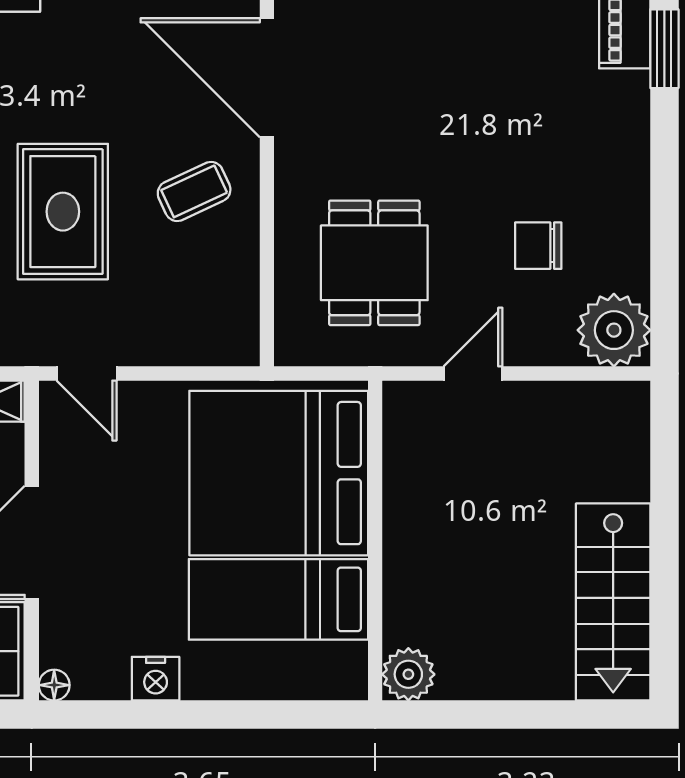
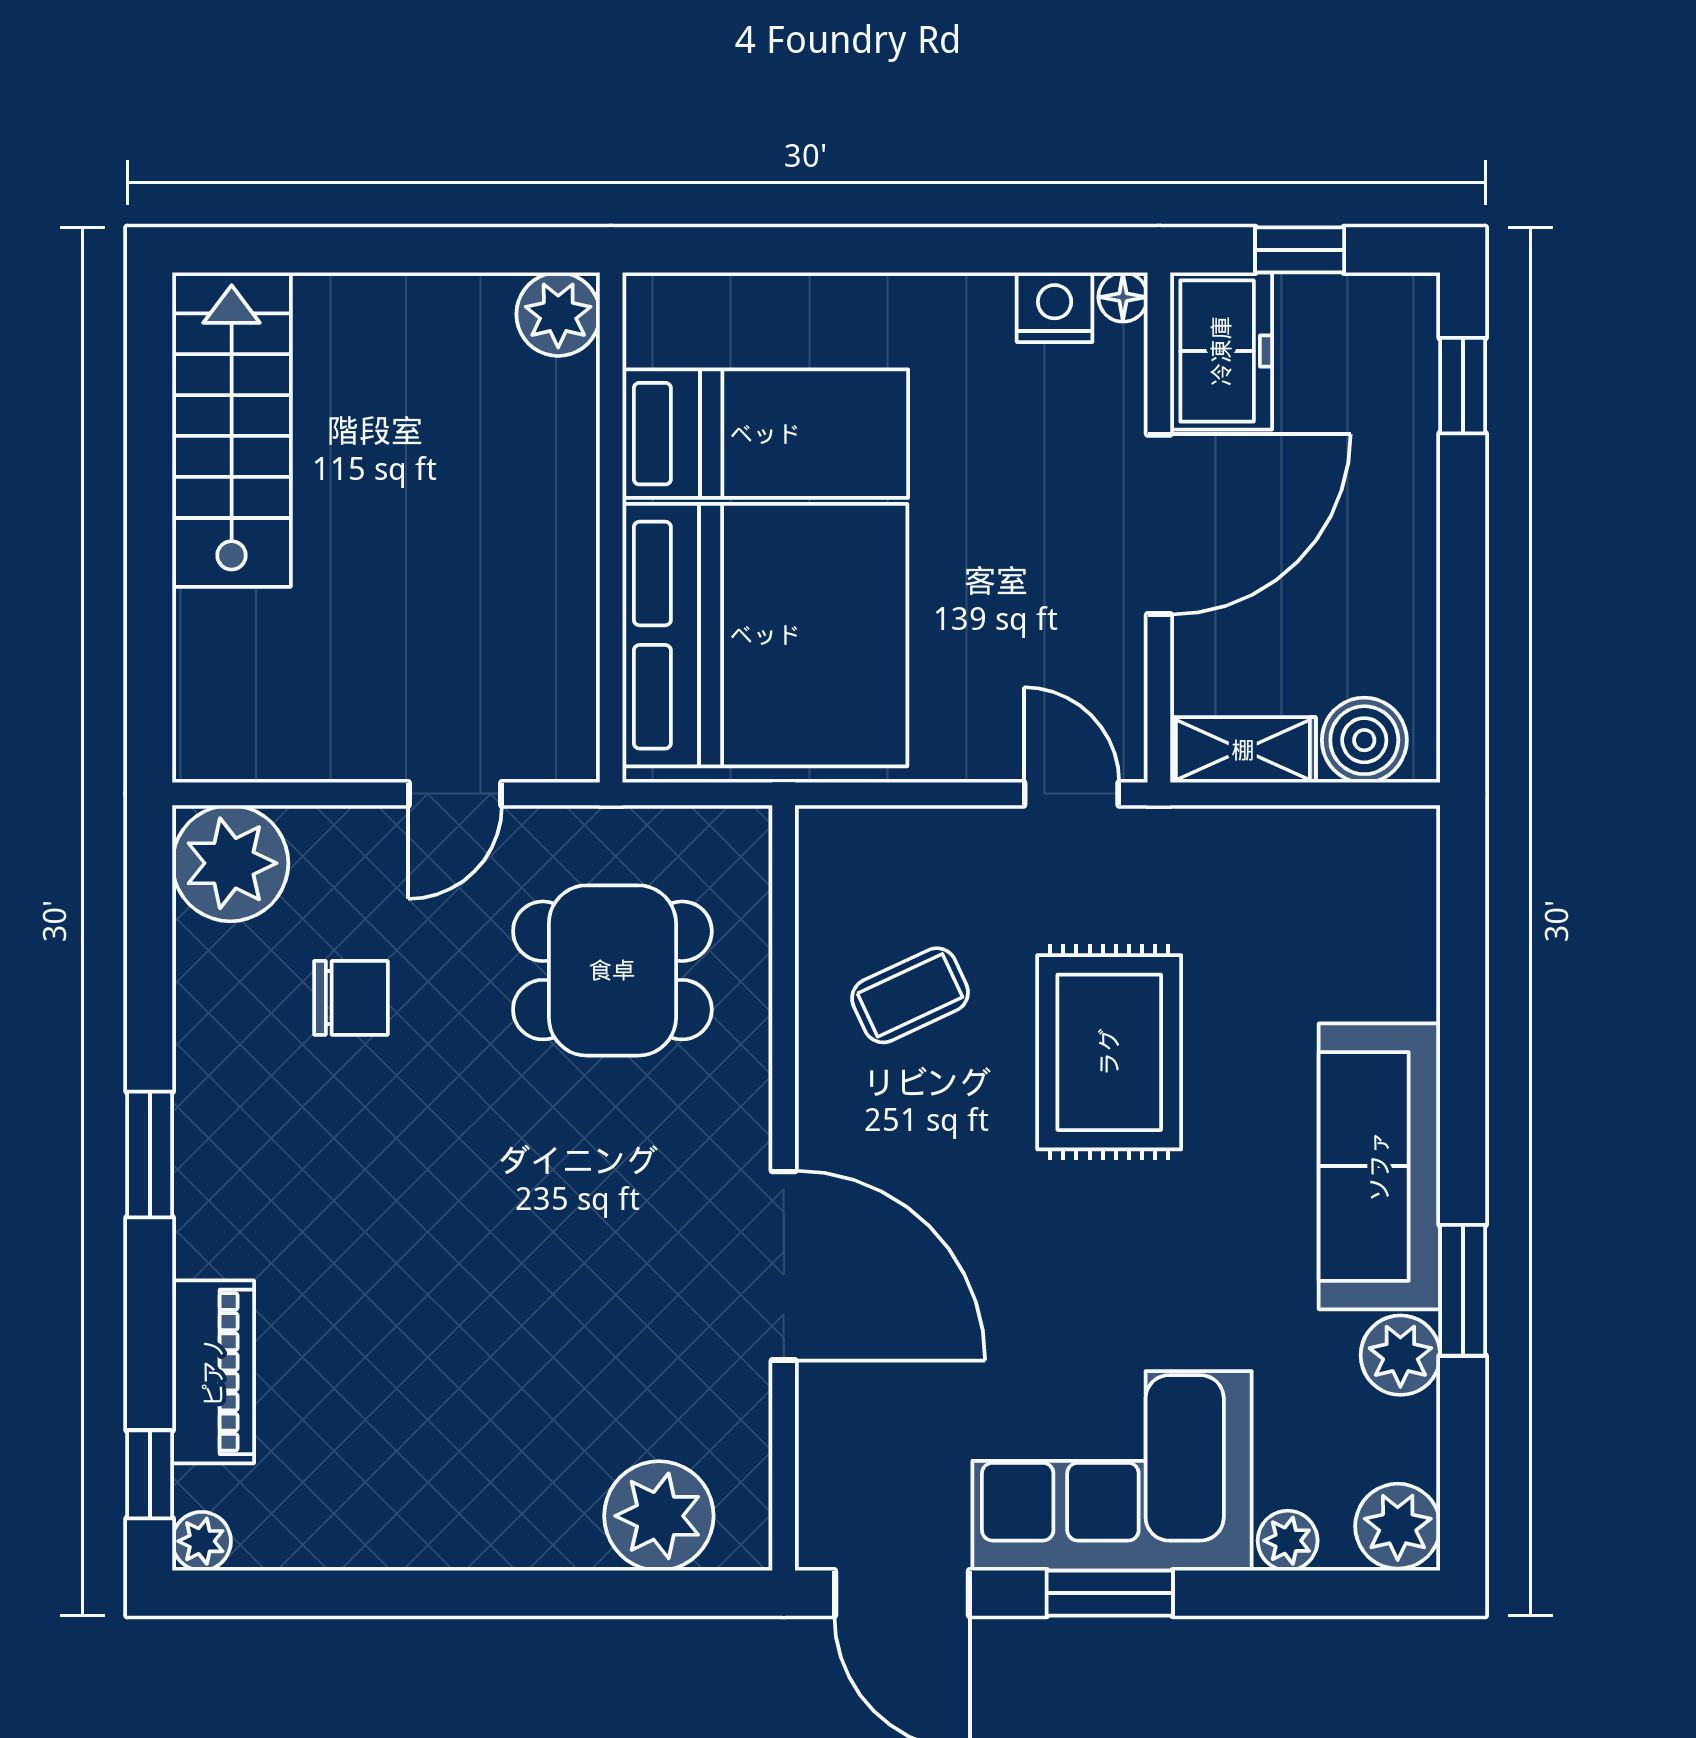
window: (664, 49) -> (150, 1155), moved
coffee table: (194, 191) -> (910, 995), moved
dining table: (374, 263) -> (612, 970), turned 90
nightstand: (156, 679) -> (1055, 307), moved

